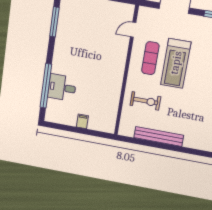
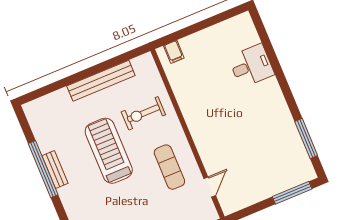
treadmill: (176, 63) -> (109, 151), moved
window: (46, 86) -> (272, 56), removed
filing cabinet: (82, 121) -> (174, 52), moved

